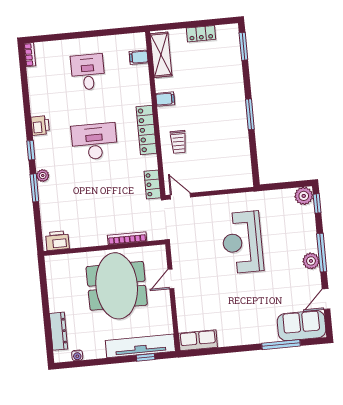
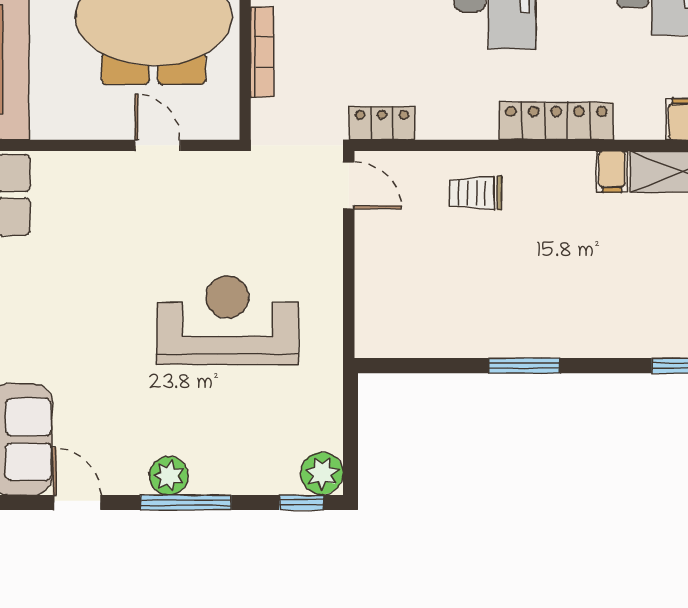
filing cabinet: (165, 99) -> (612, 172), moved
locker: (146, 130) -> (556, 121), moved
door: (180, 196) -> (349, 186), hinge flipped

